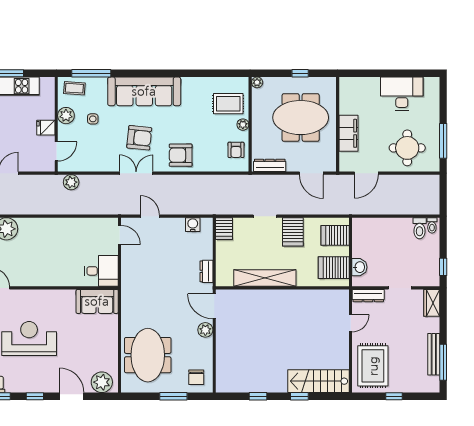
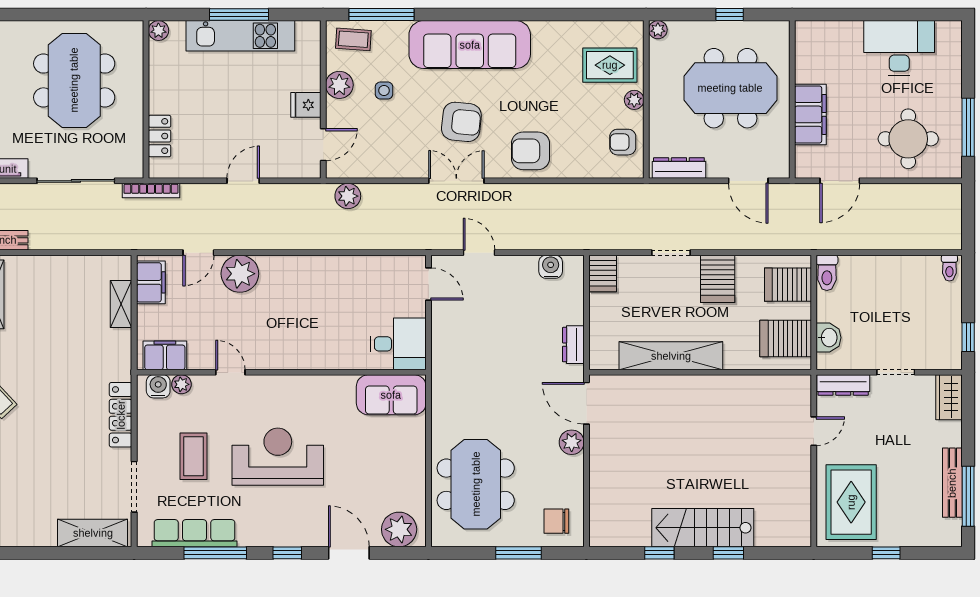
armchair: (236, 150) -> (623, 142), turned 90
toilet: (420, 228) -> (827, 273), moved
chair: (196, 377) -> (556, 521), turned 90
stairs: (319, 381) -> (703, 528), moved

